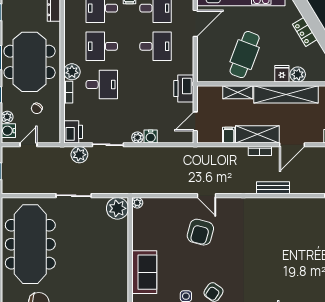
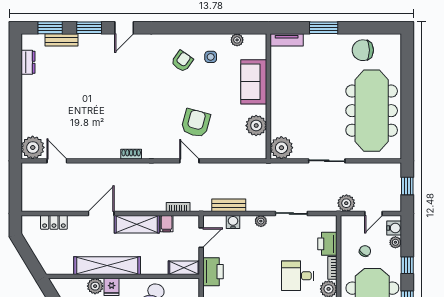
shelving: (238, 92) -> (184, 268), moved
printer: (73, 132) -> (327, 244), moved
water cooler: (151, 136) -> (233, 222), moved
bookcase: (260, 151) -> (178, 207), moved
plant: (79, 155) -> (346, 203), moved
bench: (273, 188) -> (229, 205), moved
shoe rack: (263, 202) -> (131, 154), added
plant: (137, 203) -> (256, 126), moved, width x1.88, depth x1.88

